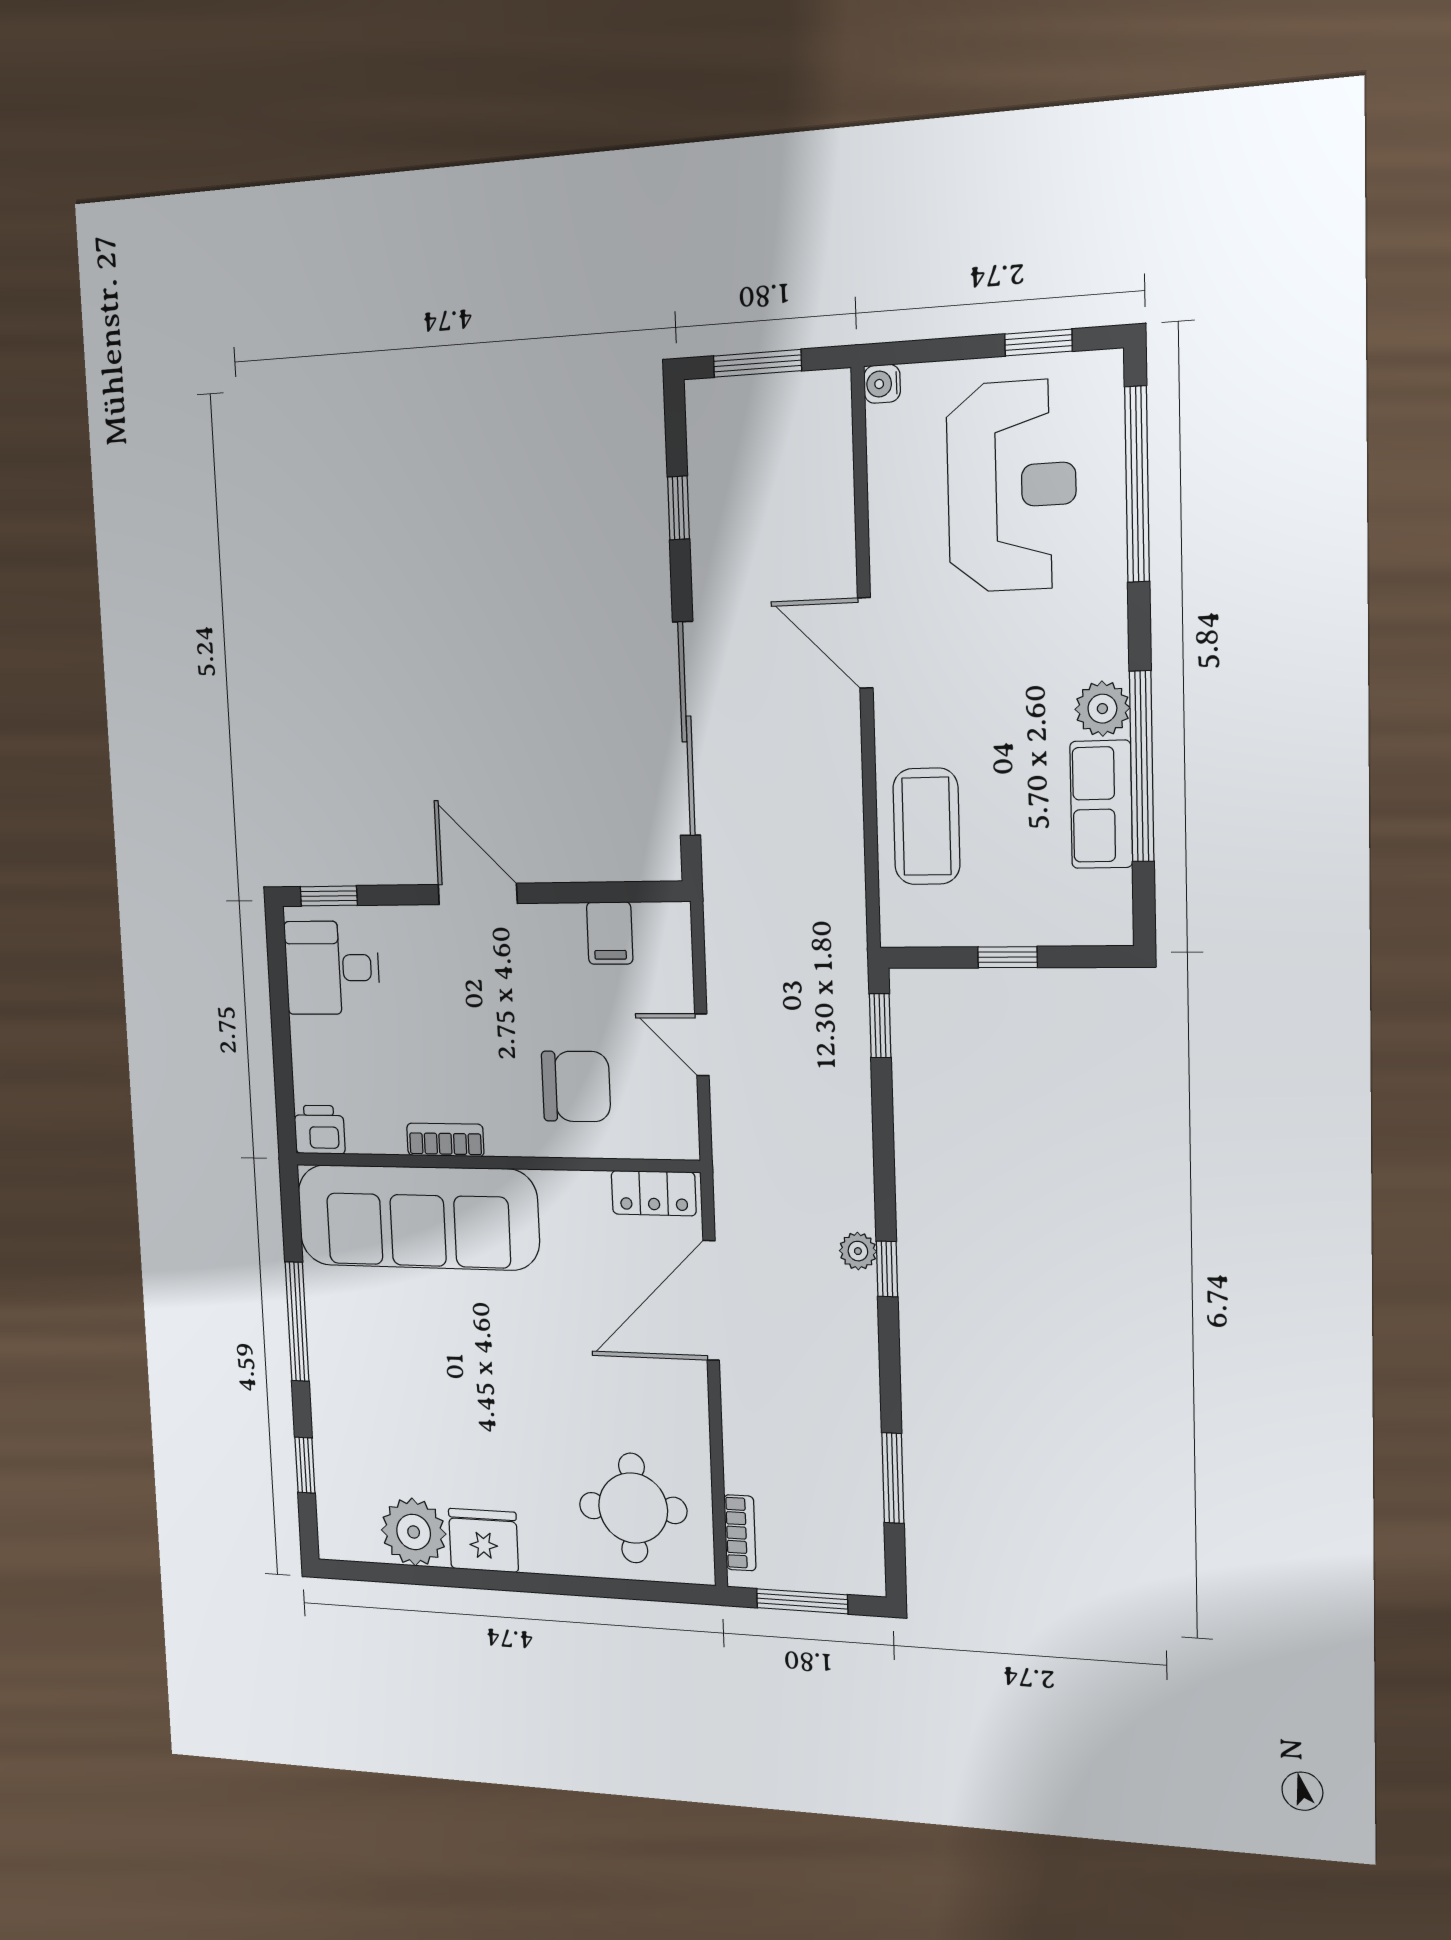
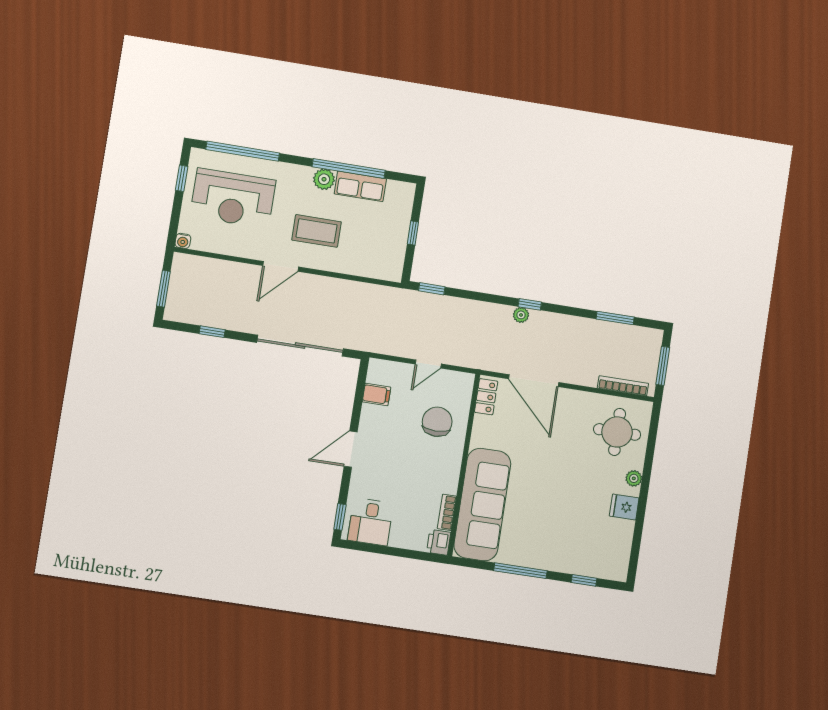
reception desk: (1012, 486) -> (233, 198), turned 180
coffee table: (926, 826) -> (316, 231), moved
bookcase: (445, 1140) -> (447, 512), moved
plant: (414, 1532) -> (634, 478), moved, width x0.53, depth x0.53
bookcase: (740, 1533) -> (623, 386), width x1.56
fridge: (483, 1540) -> (624, 507), width x0.72

